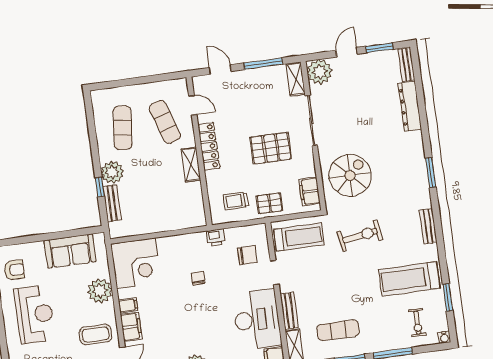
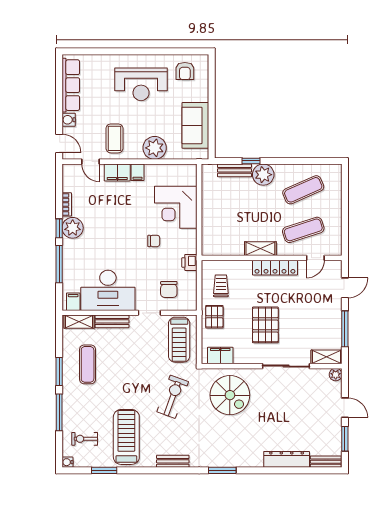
plant: (320, 72) -> (336, 375), width x0.53, depth x0.53
exercise mat: (123, 128) -> (303, 190), turned -30
exercise bike: (360, 236) -> (173, 397), turned -151
corner desk: (136, 263) -> (176, 207), moved

